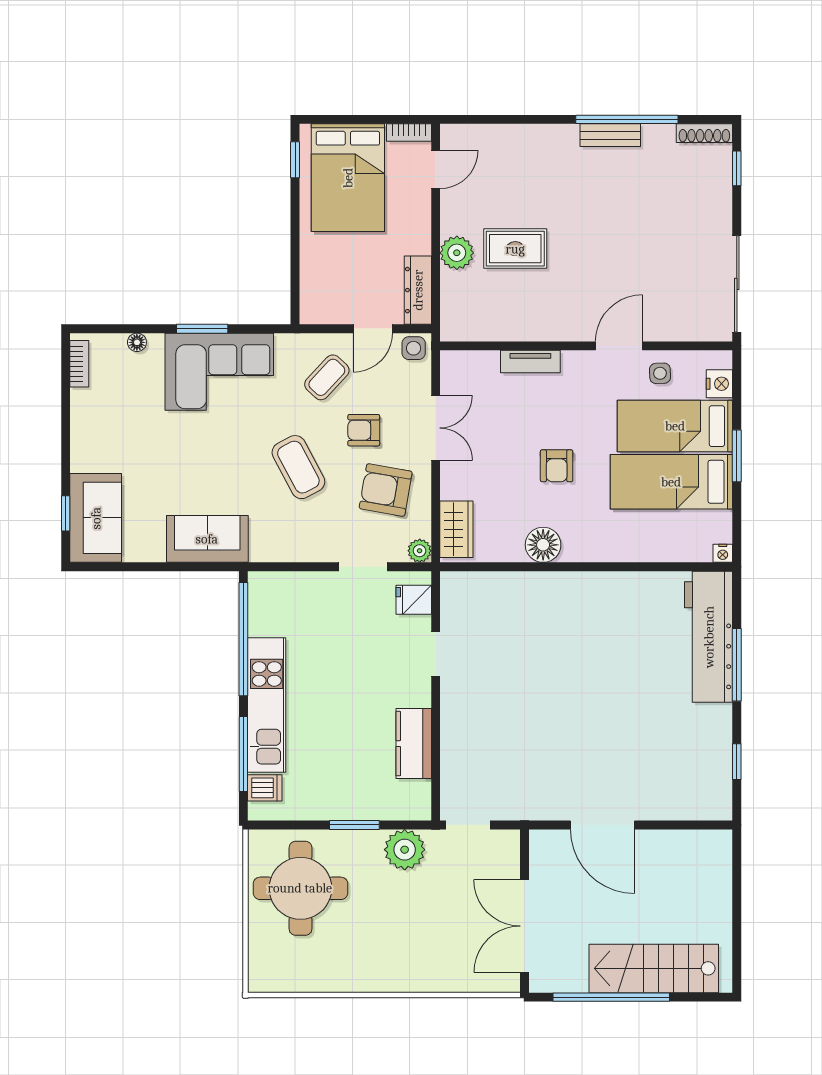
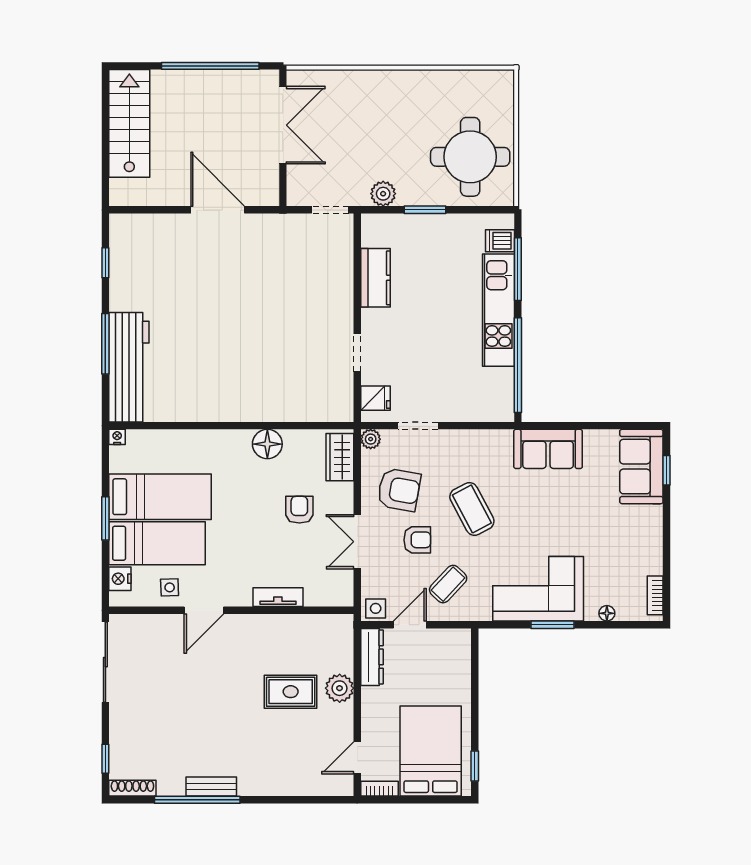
armchair: (557, 466) -> (299, 510), moved
plant: (405, 850) -> (383, 194), width x0.73, depth x0.73
stairs: (654, 968) -> (129, 123), moved, turned -90

